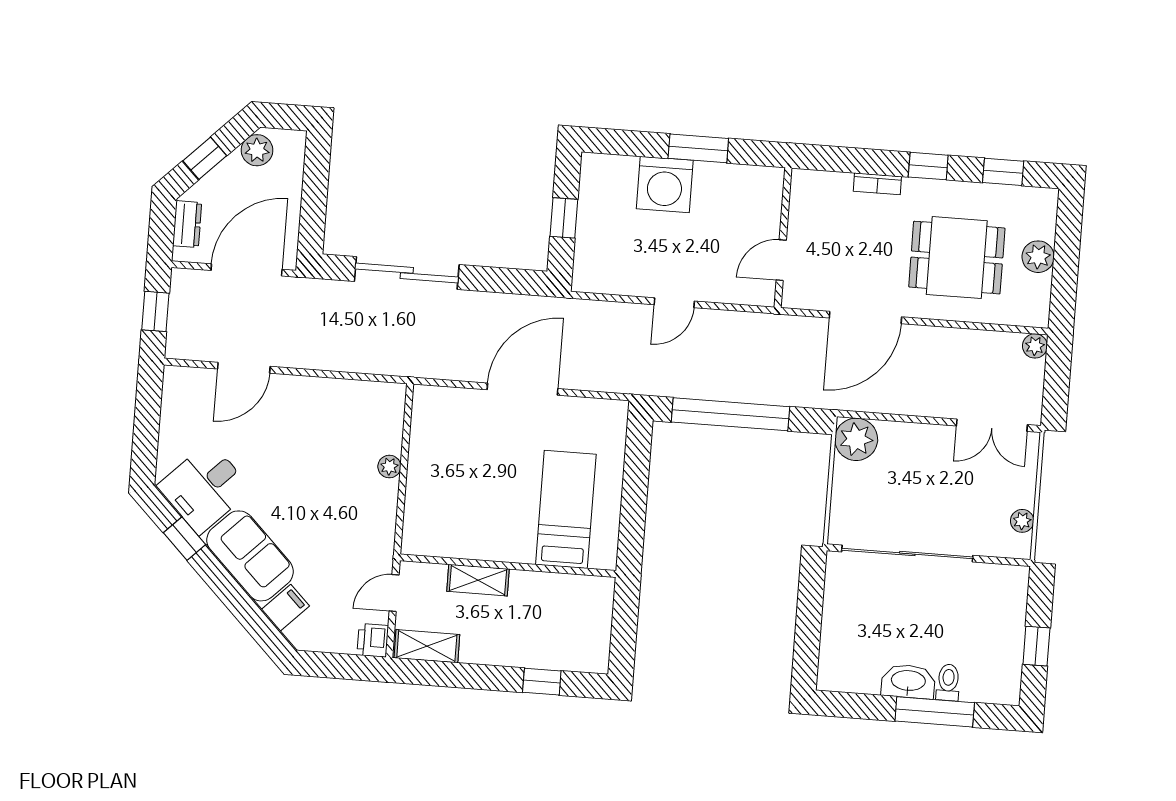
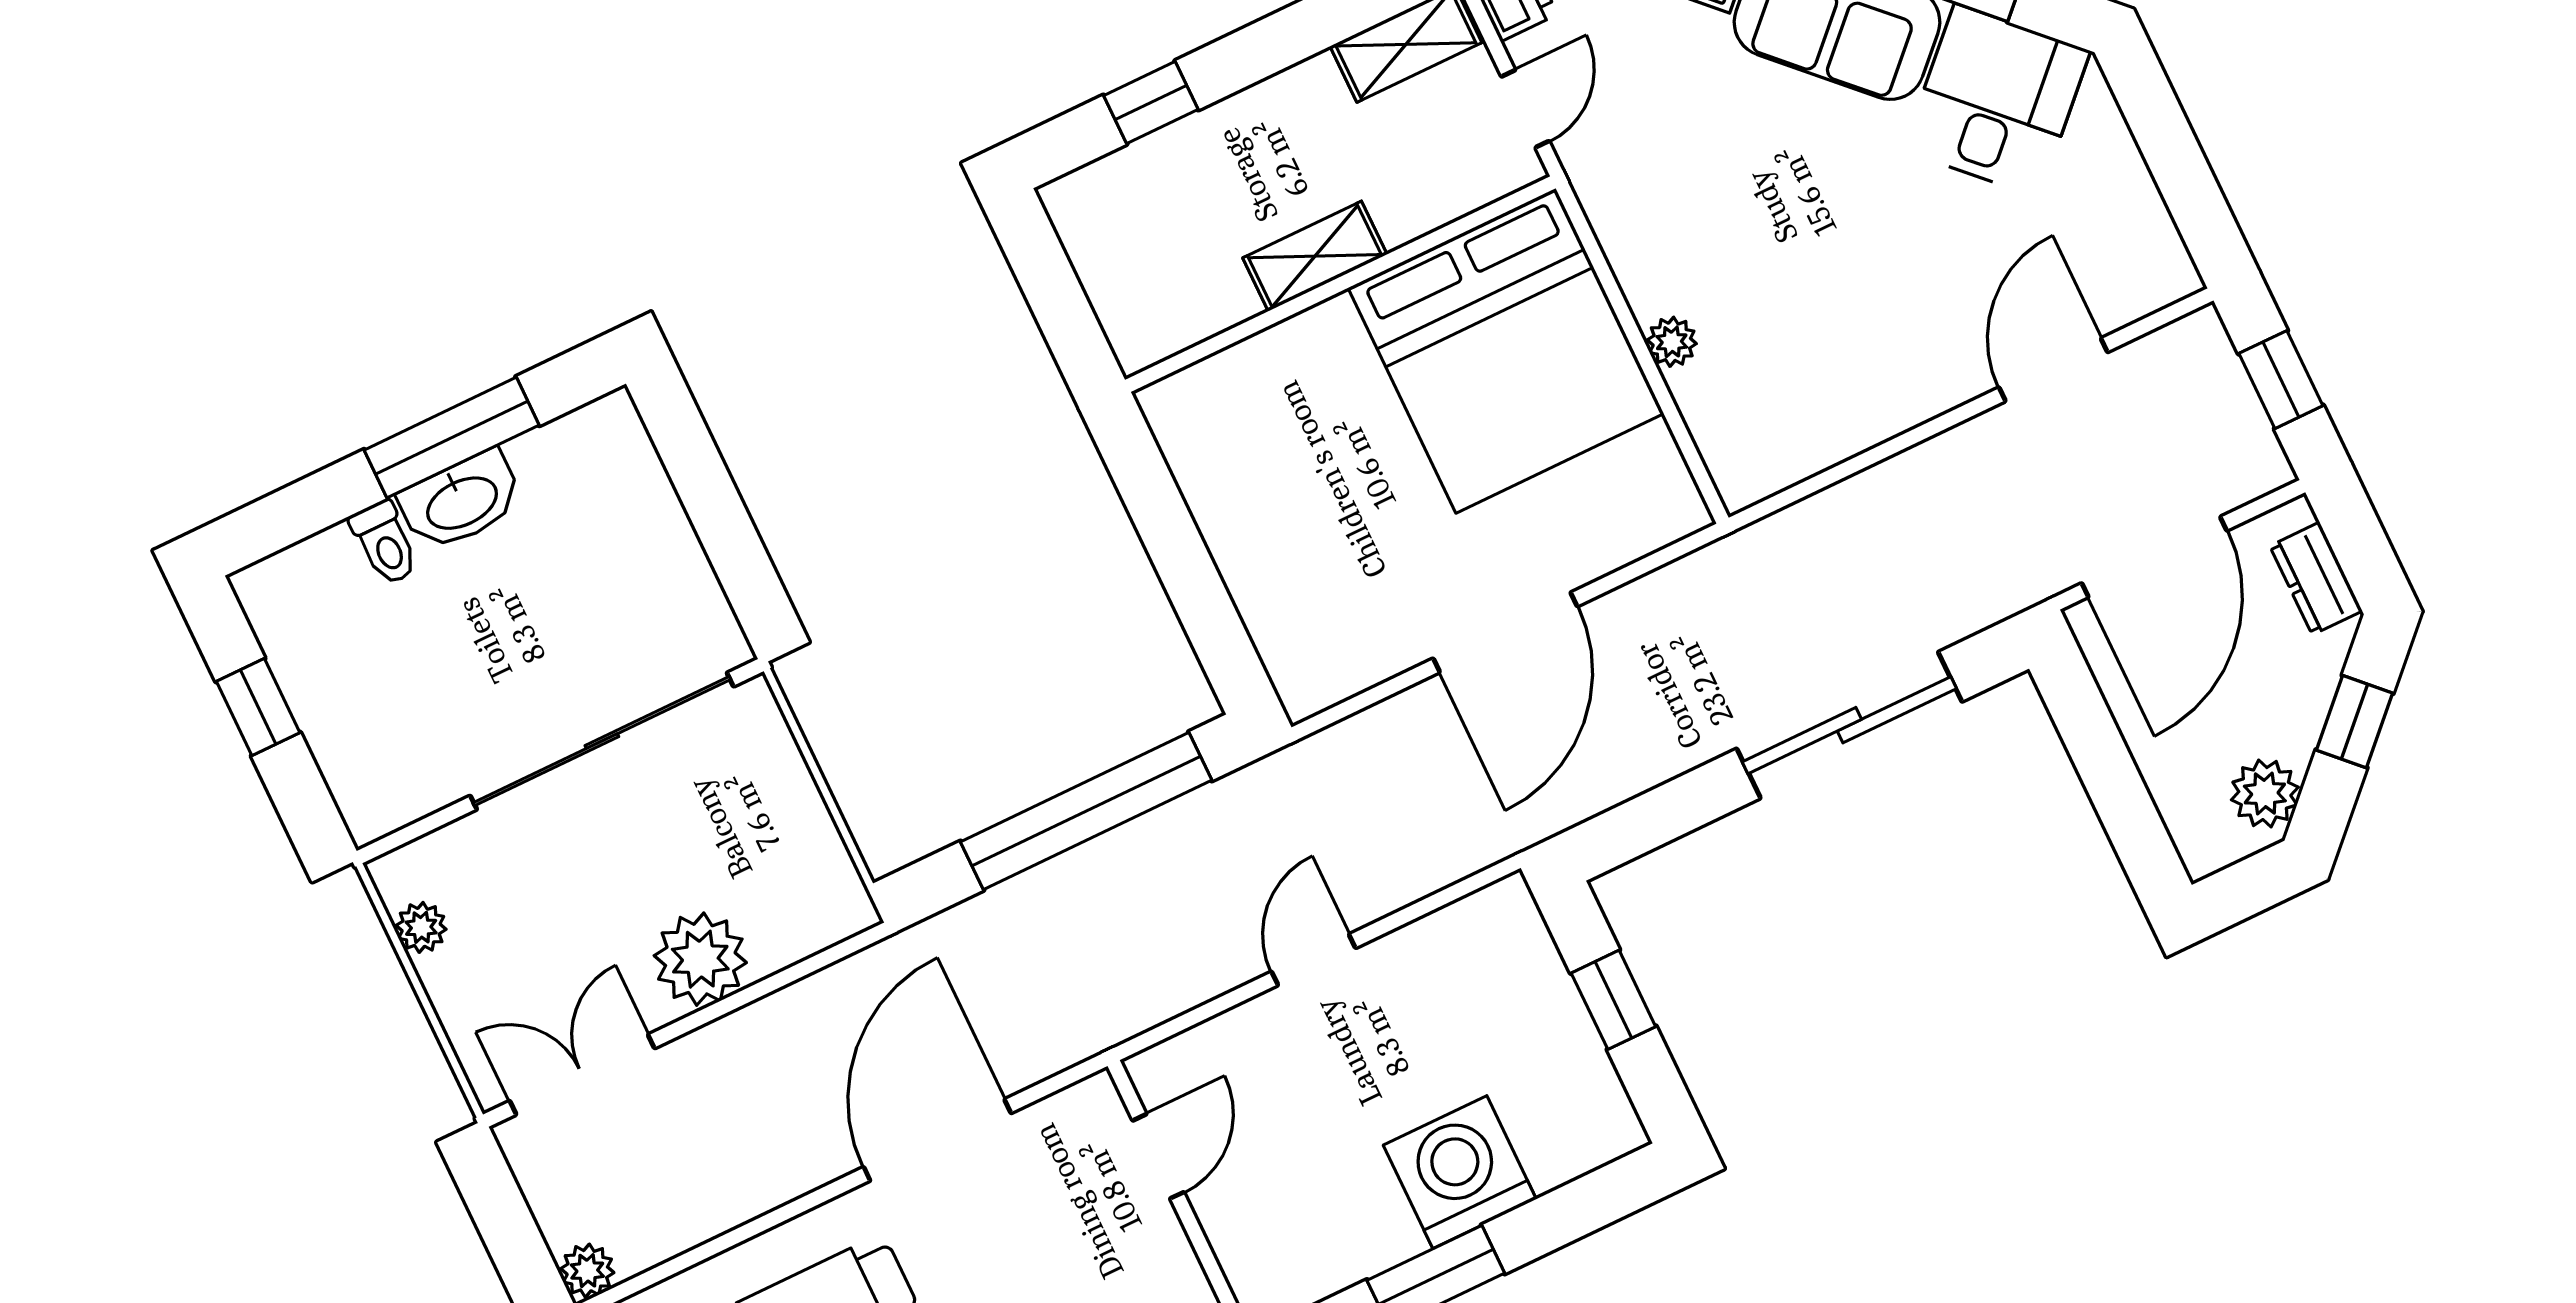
plant: (856, 439) -> (700, 959), moved
bed: (566, 509) -> (1506, 351), moved, width x2.04
shelving: (478, 580) -> (1315, 256), moved
window: (935, 712) -> (452, 438), moved

